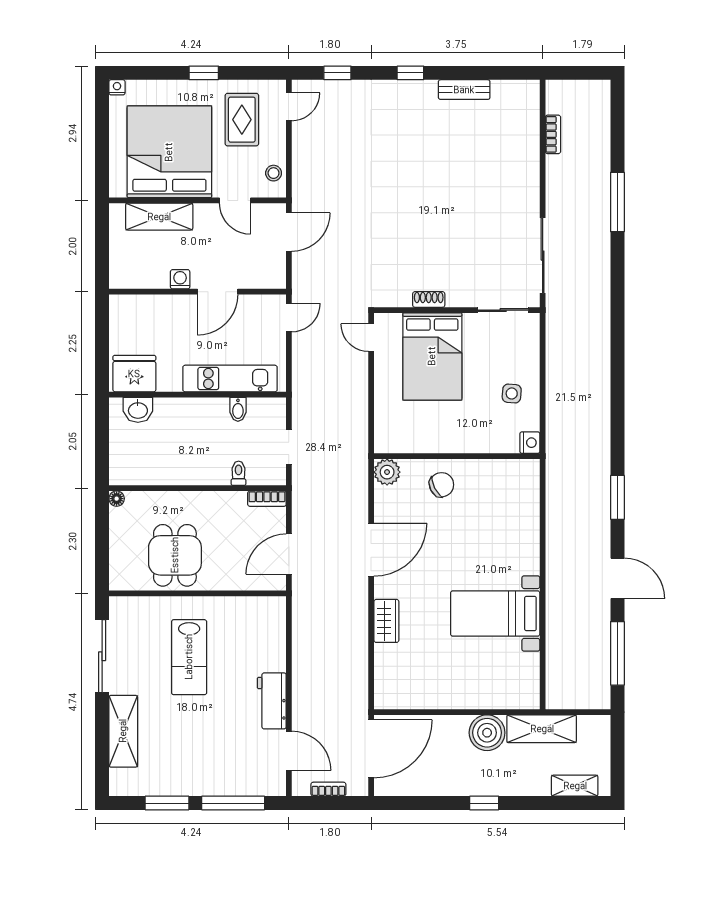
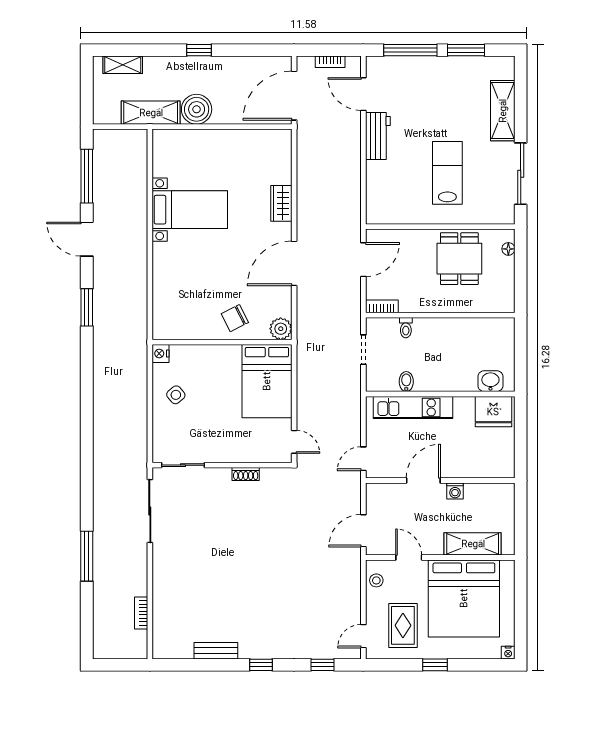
bed: (432, 356) -> (267, 381), moved, turned 180
side table: (512, 393) -> (176, 395), turned 45
floor lamp: (117, 499) -> (508, 249), moved

